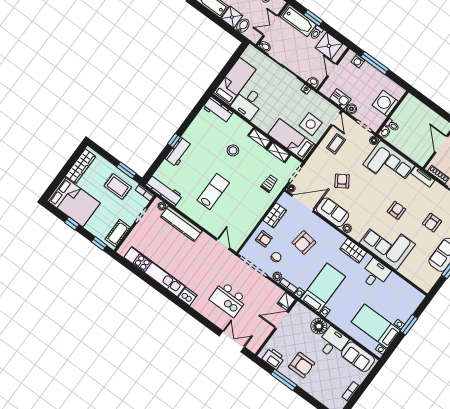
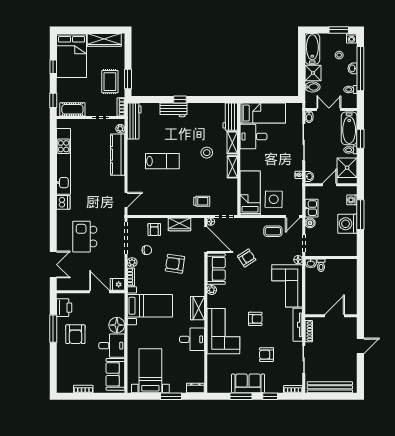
washing machine: (385, 103) -> (347, 224), moved, turned -90
shelving: (279, 152) -> (232, 143), moved
tv unit: (423, 177) -> (298, 325), width x1.41
dresser: (417, 300) -> (195, 388), added

